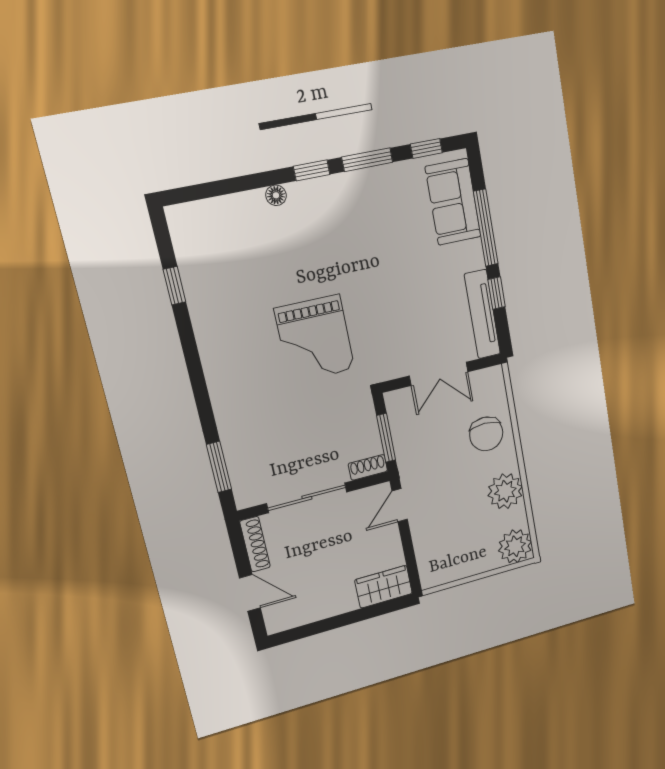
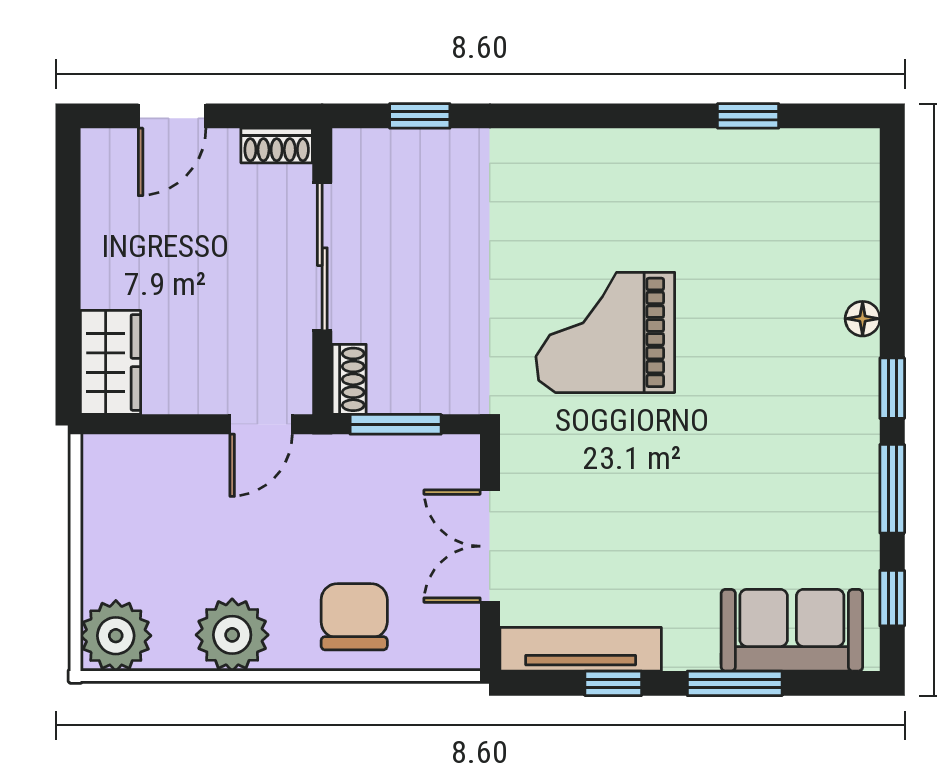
window: (486, 228) -> (735, 683), width x0.69
chair: (486, 434) -> (354, 617), turned 90
window: (219, 467) -> (420, 116), width x0.67
door: (400, 505) -> (261, 424), swing flipped
shoe rack: (255, 544) -> (277, 146), width x0.70

